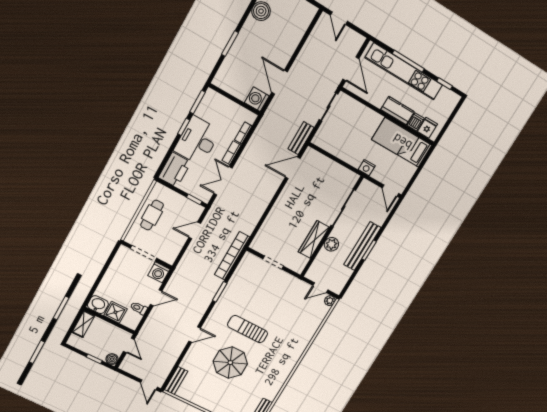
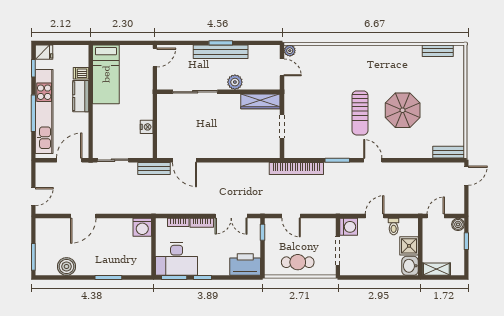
door: (280, 82) -> (83, 216), moved
fridge: (427, 128) -> (44, 52), moved, turned 180
desk: (197, 141) -> (177, 259), moved
nightstand: (367, 168) -> (147, 127), moved
wardrobe: (314, 240) -> (260, 101), moved
door: (156, 298) -> (375, 216), hinge flipped
door: (195, 335) -> (373, 160), moved

